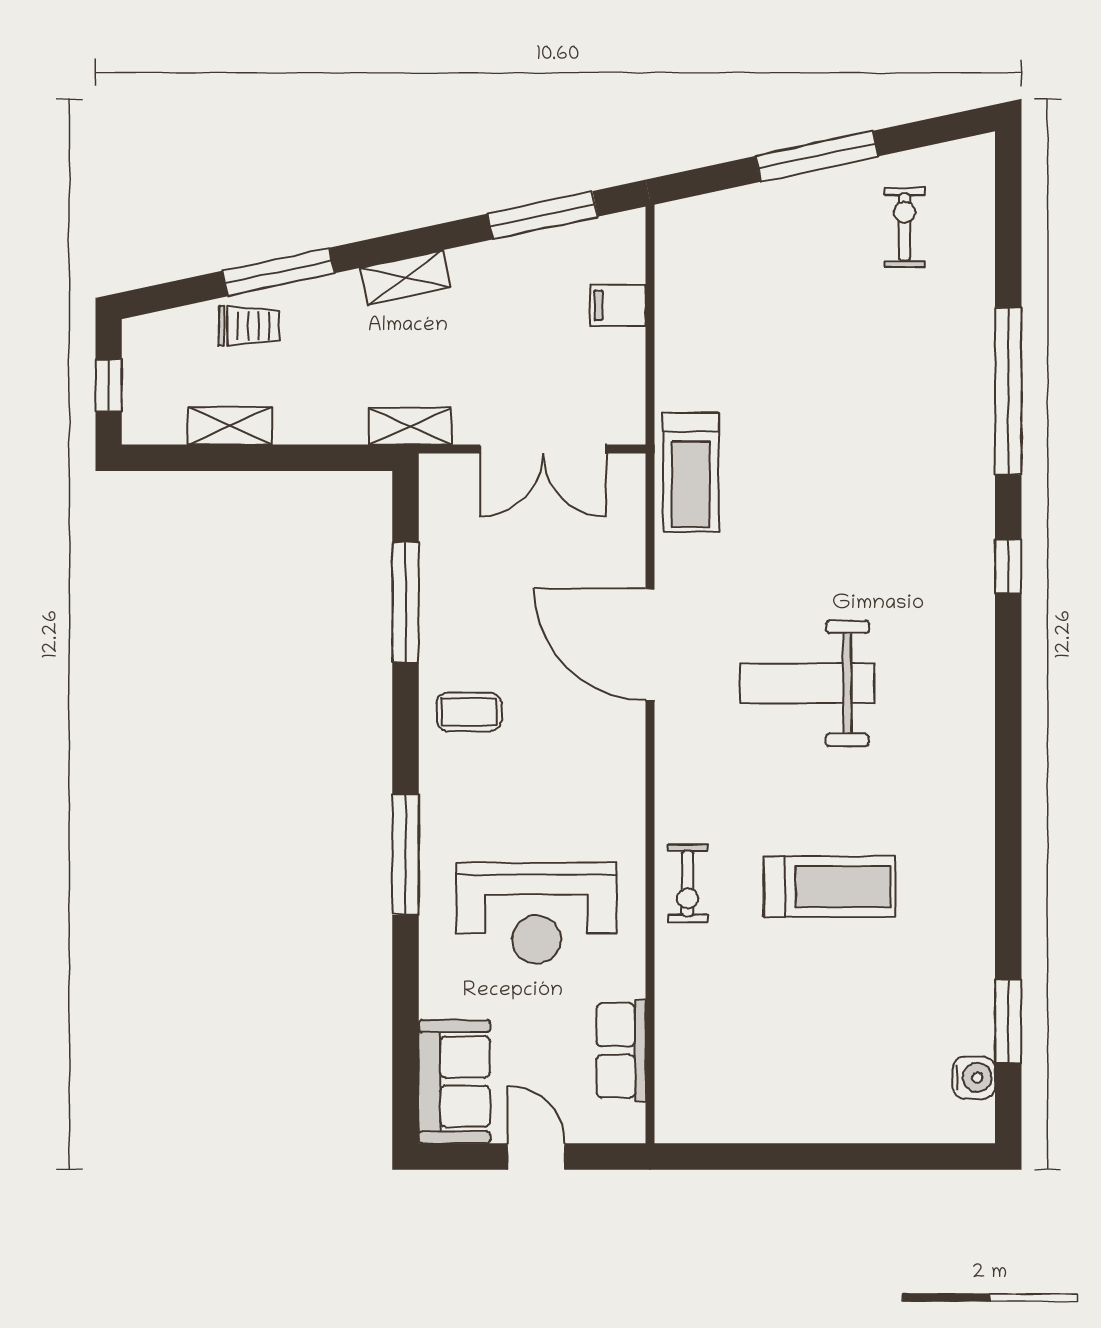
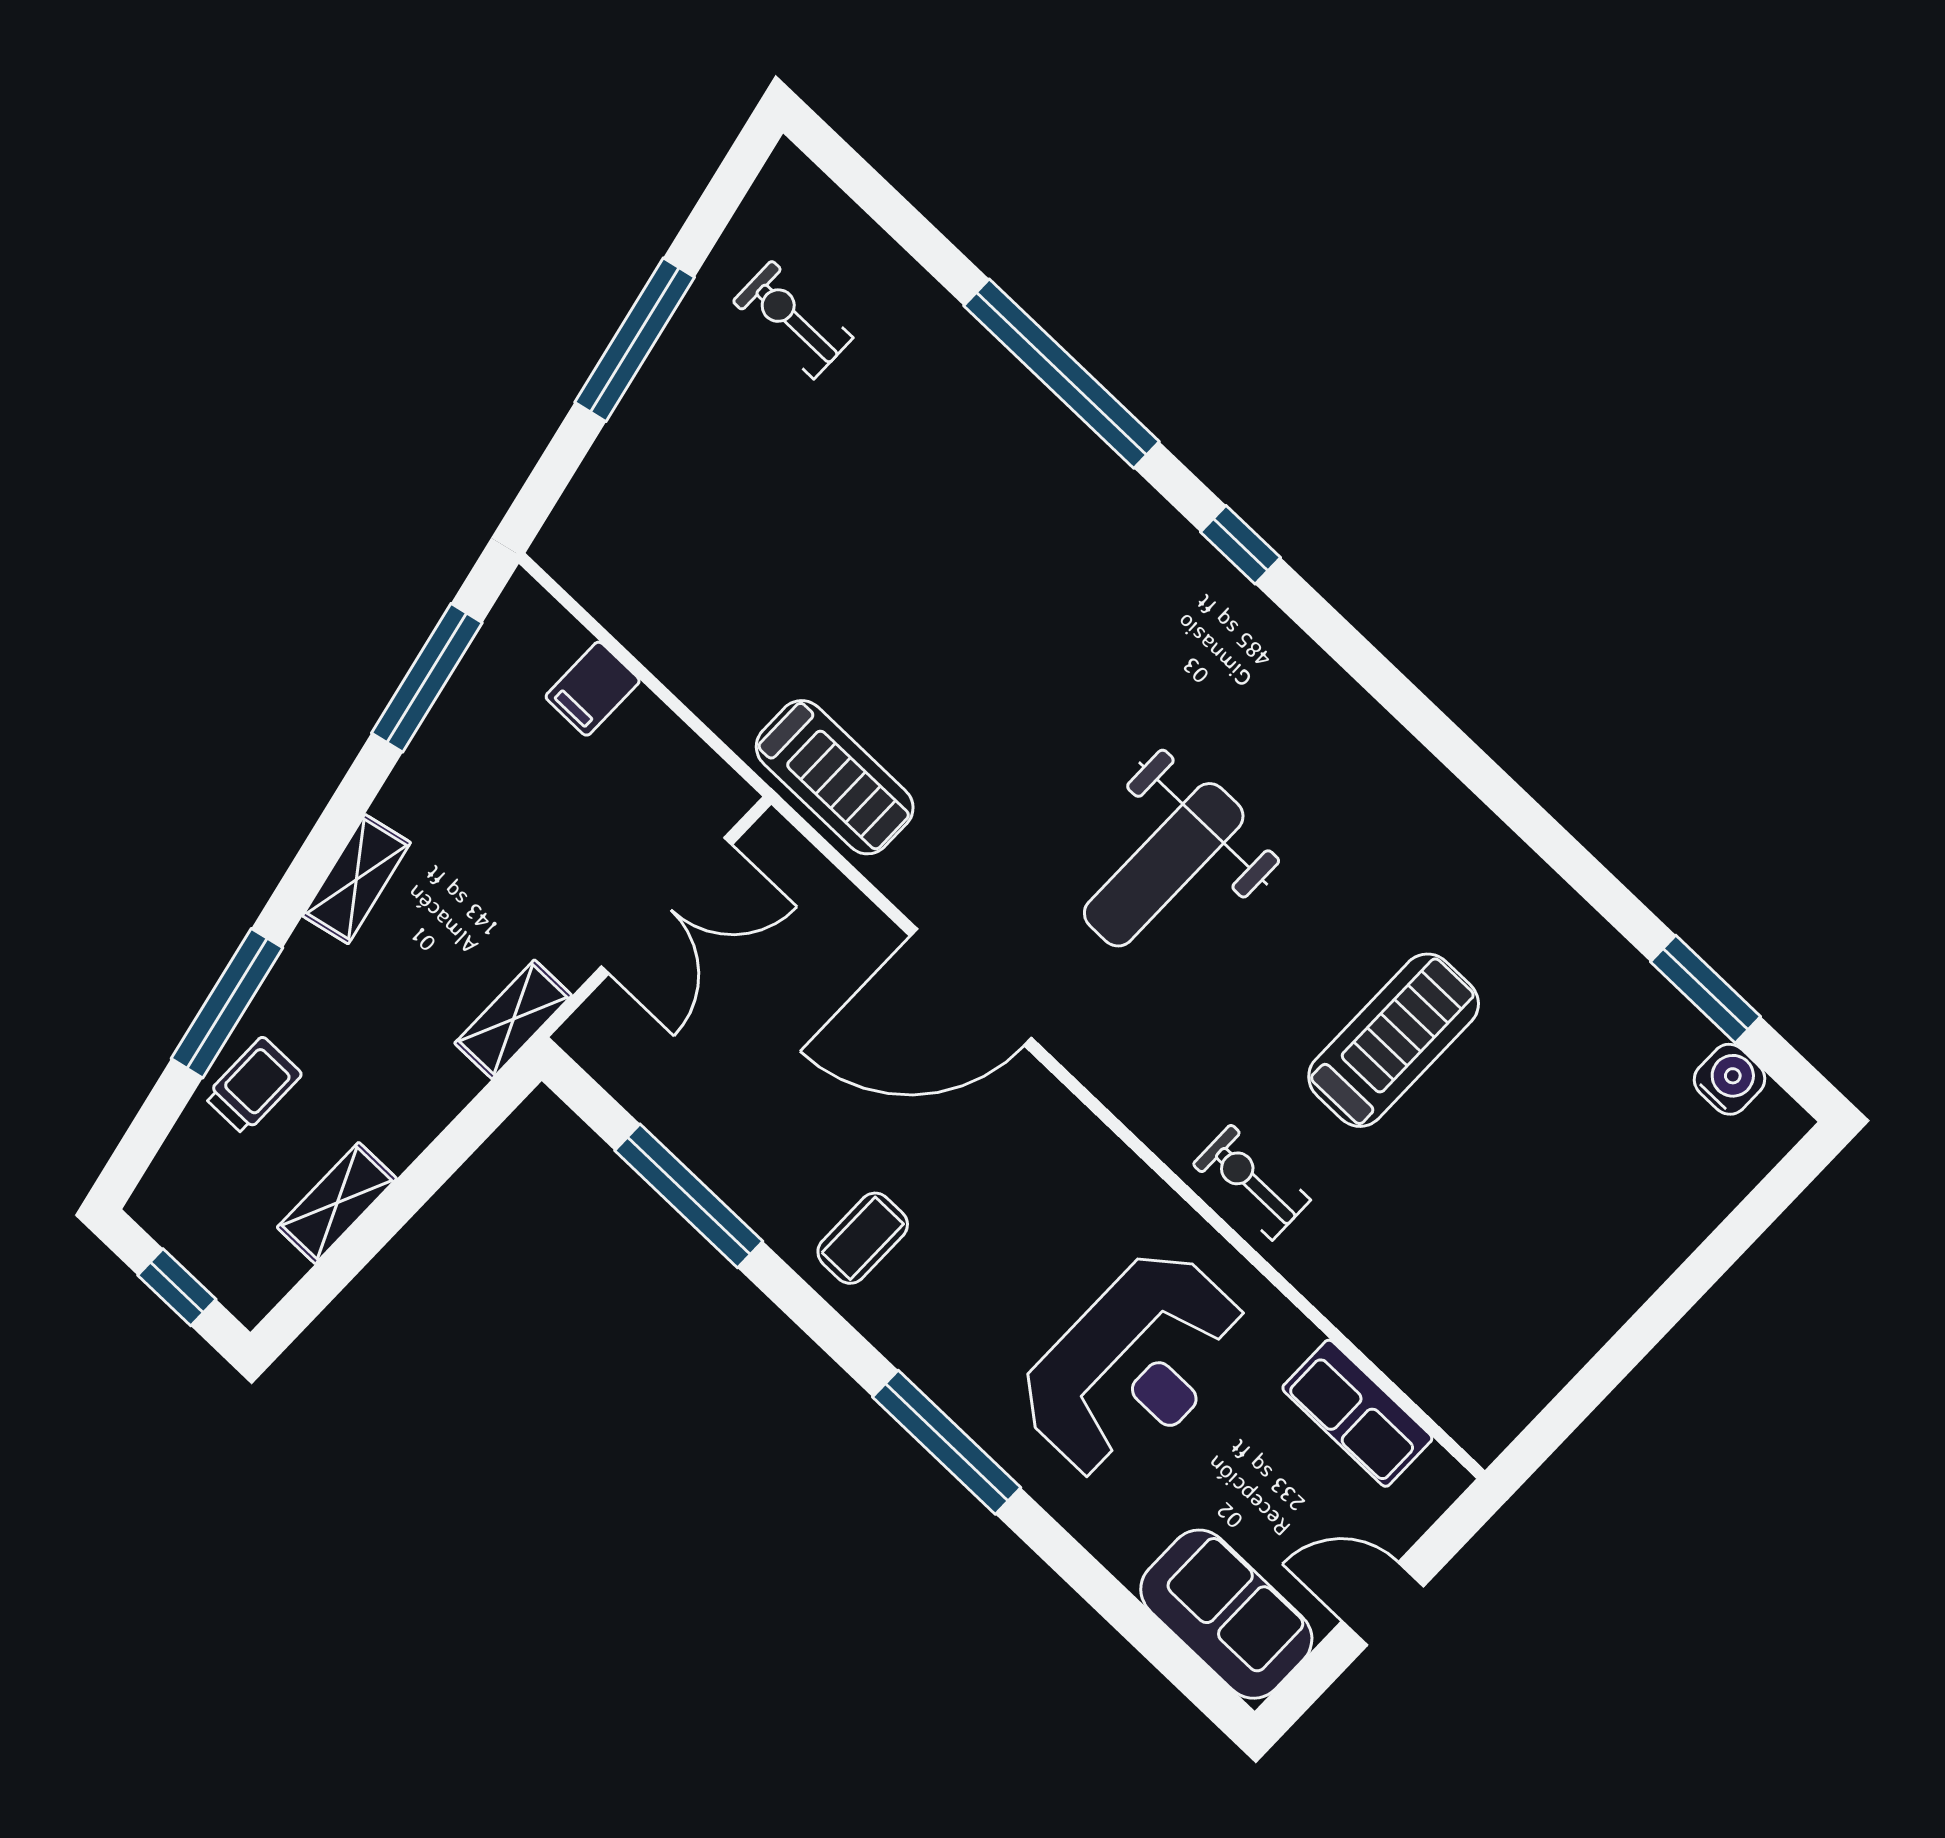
exercise bike: (688, 883) -> (1252, 1182), turned 180

